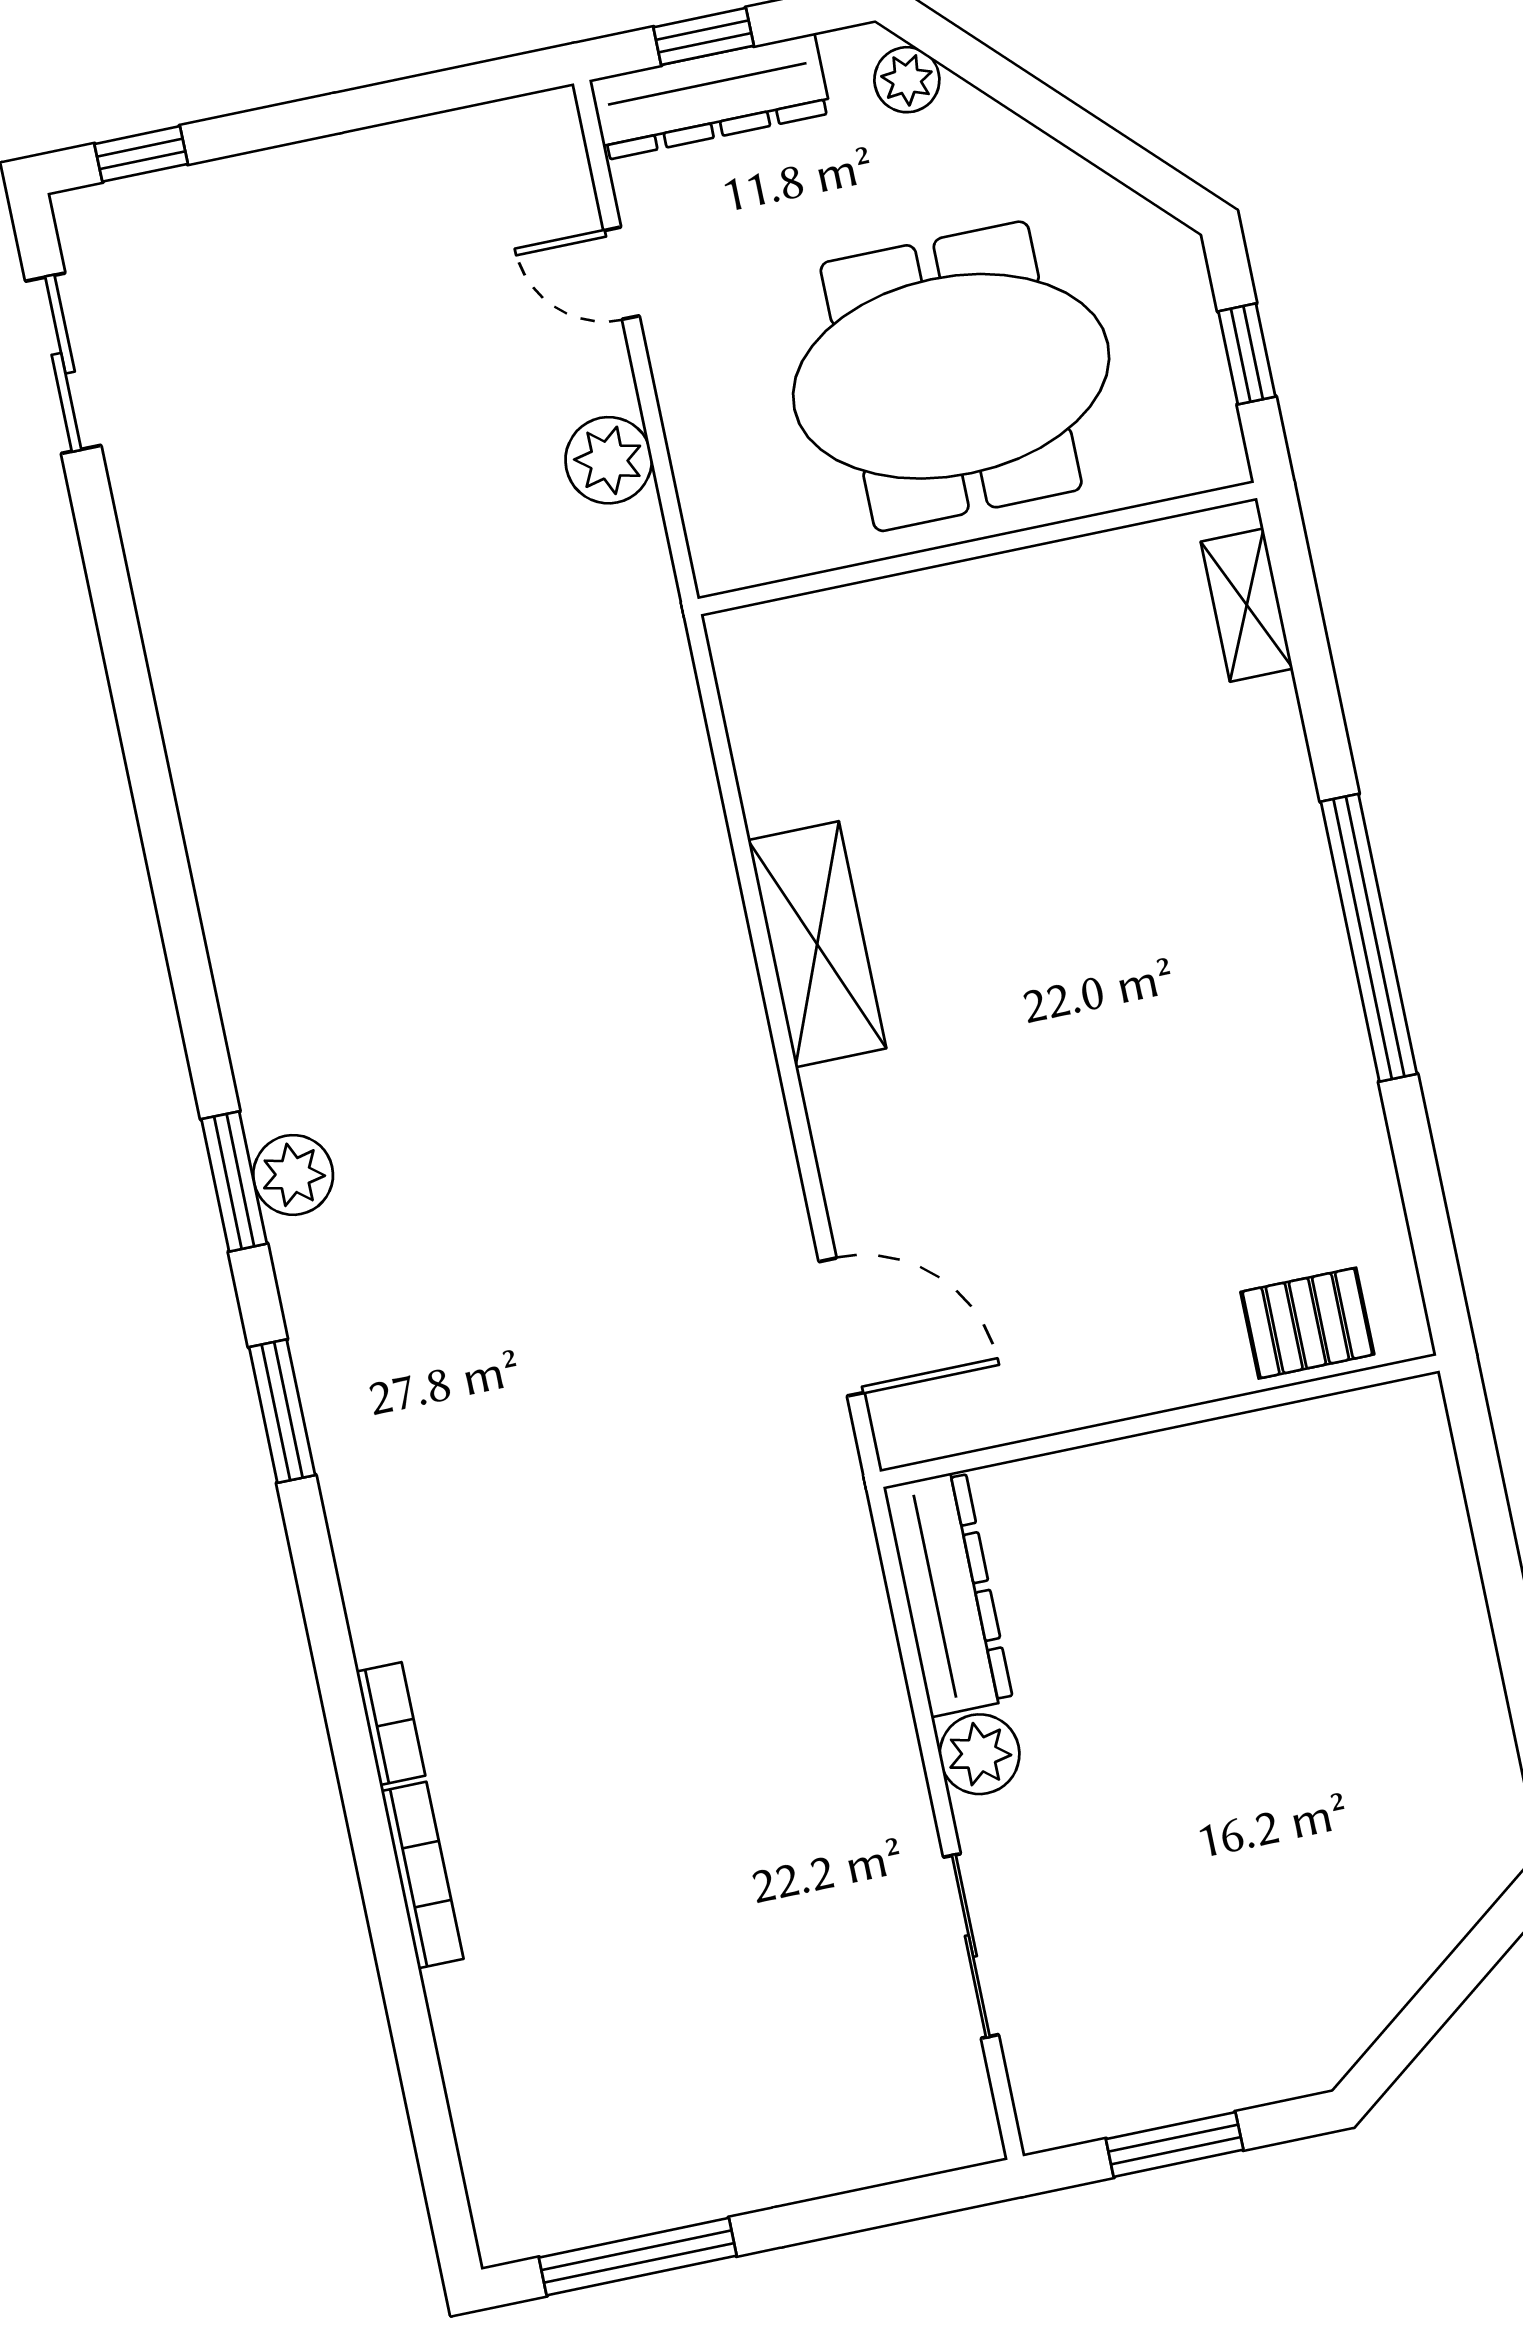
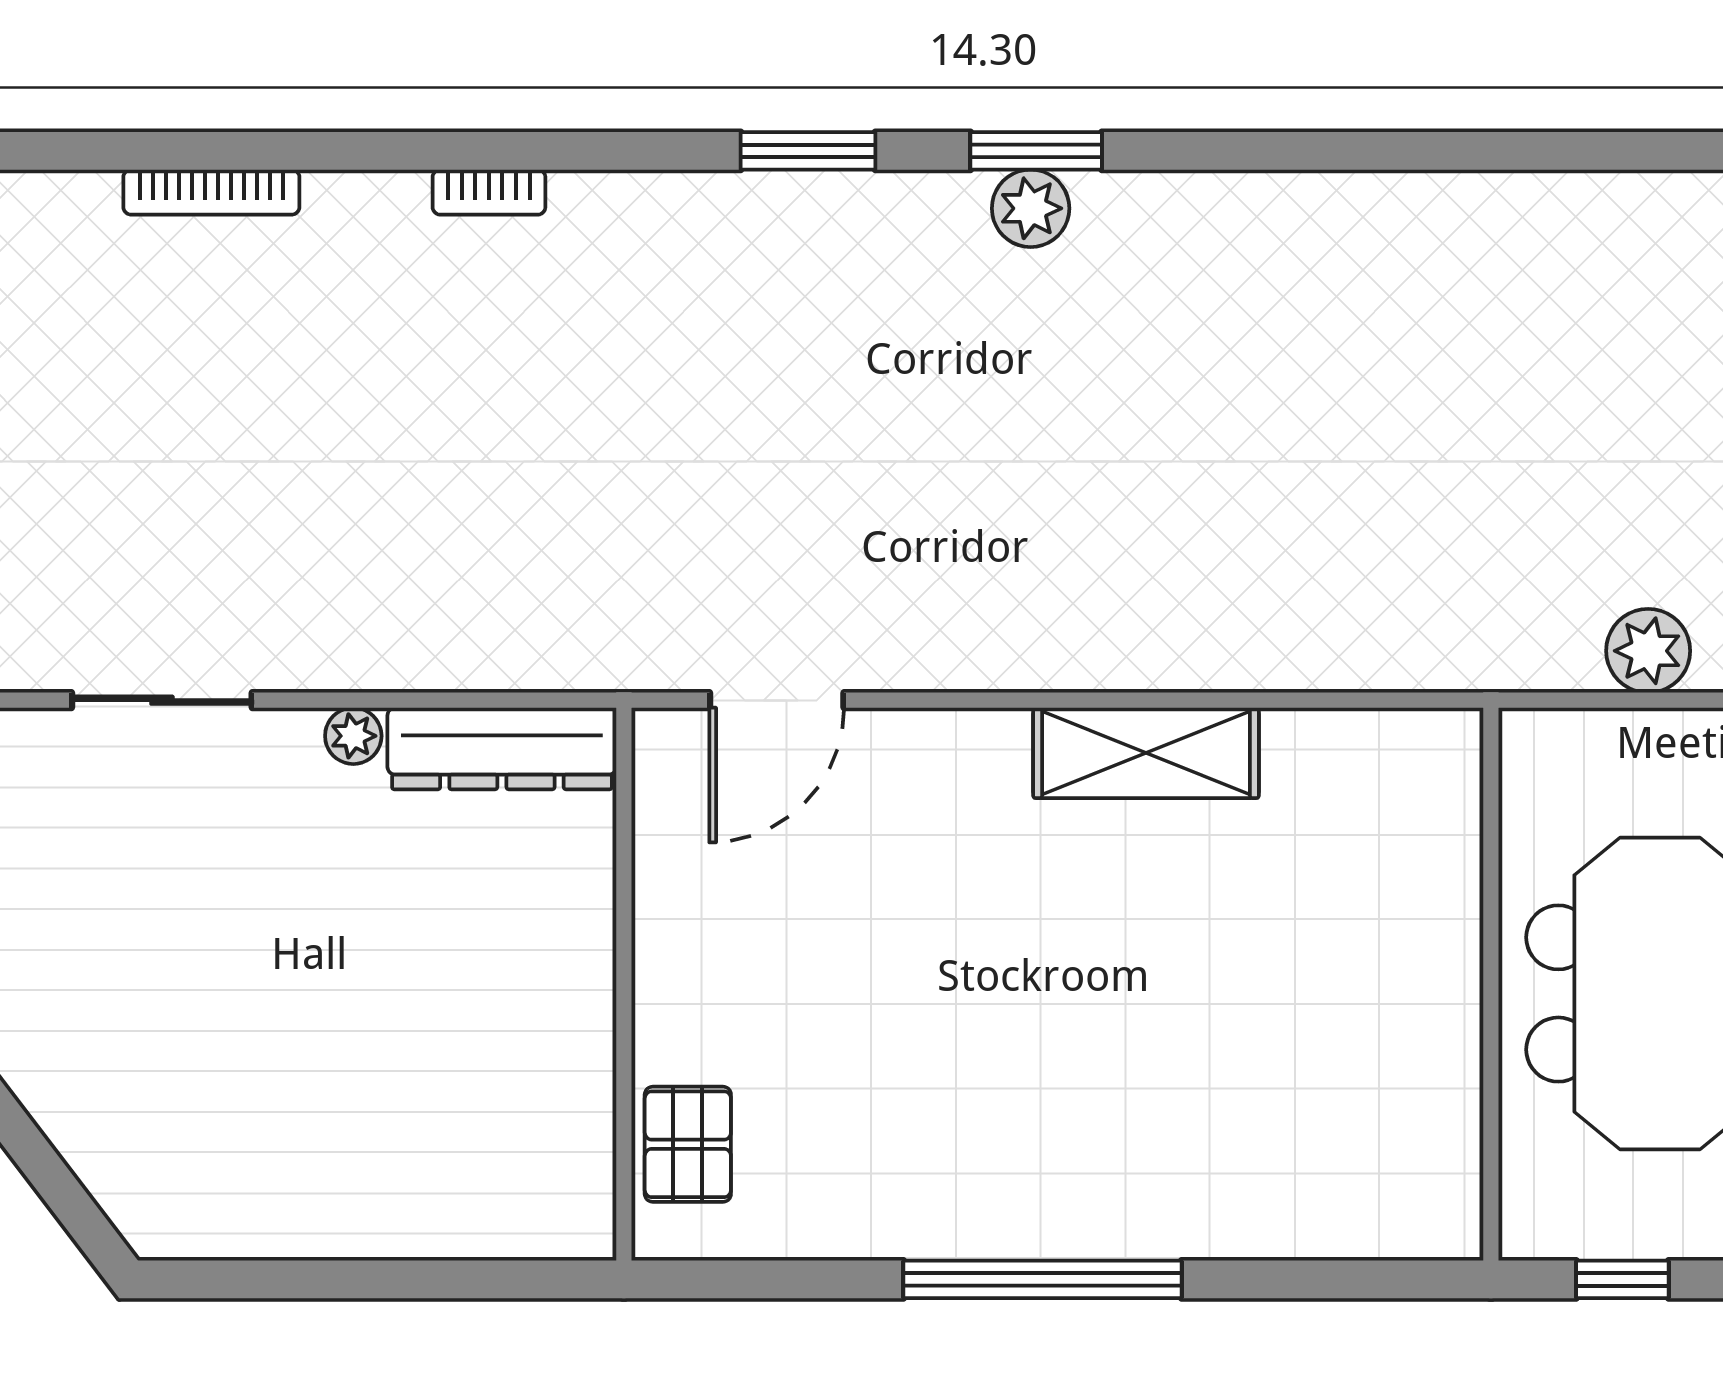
shelving: (1247, 605) -> (1383, 1229), removed
plant: (979, 1754) -> (353, 736), width x0.73, depth x0.73
bookcase: (422, 1875) -> (211, 192), moved

